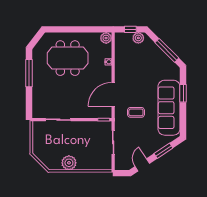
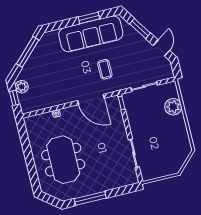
plant: (106, 38) -> (31, 122), removed
window: (183, 93) -> (89, 18), moved
plant: (69, 163) -> (173, 107), moved
door: (142, 165) -> (161, 48), swing flipped

